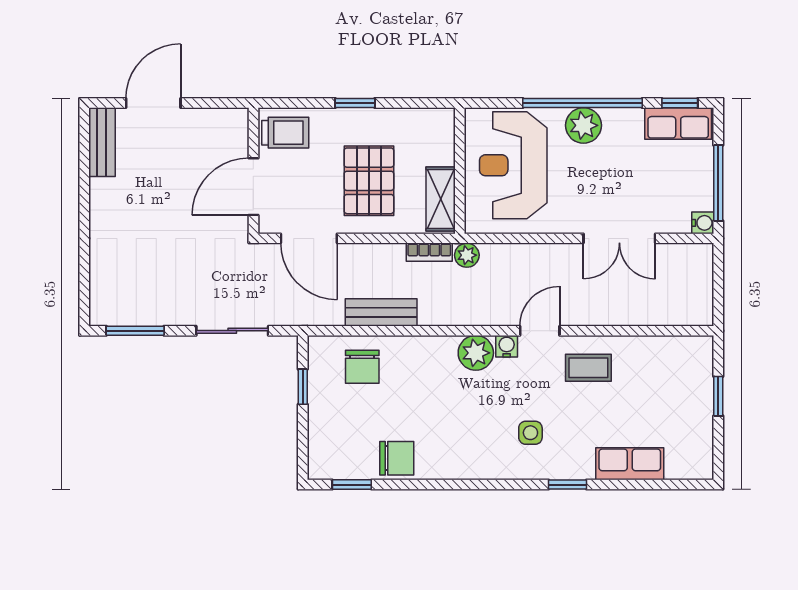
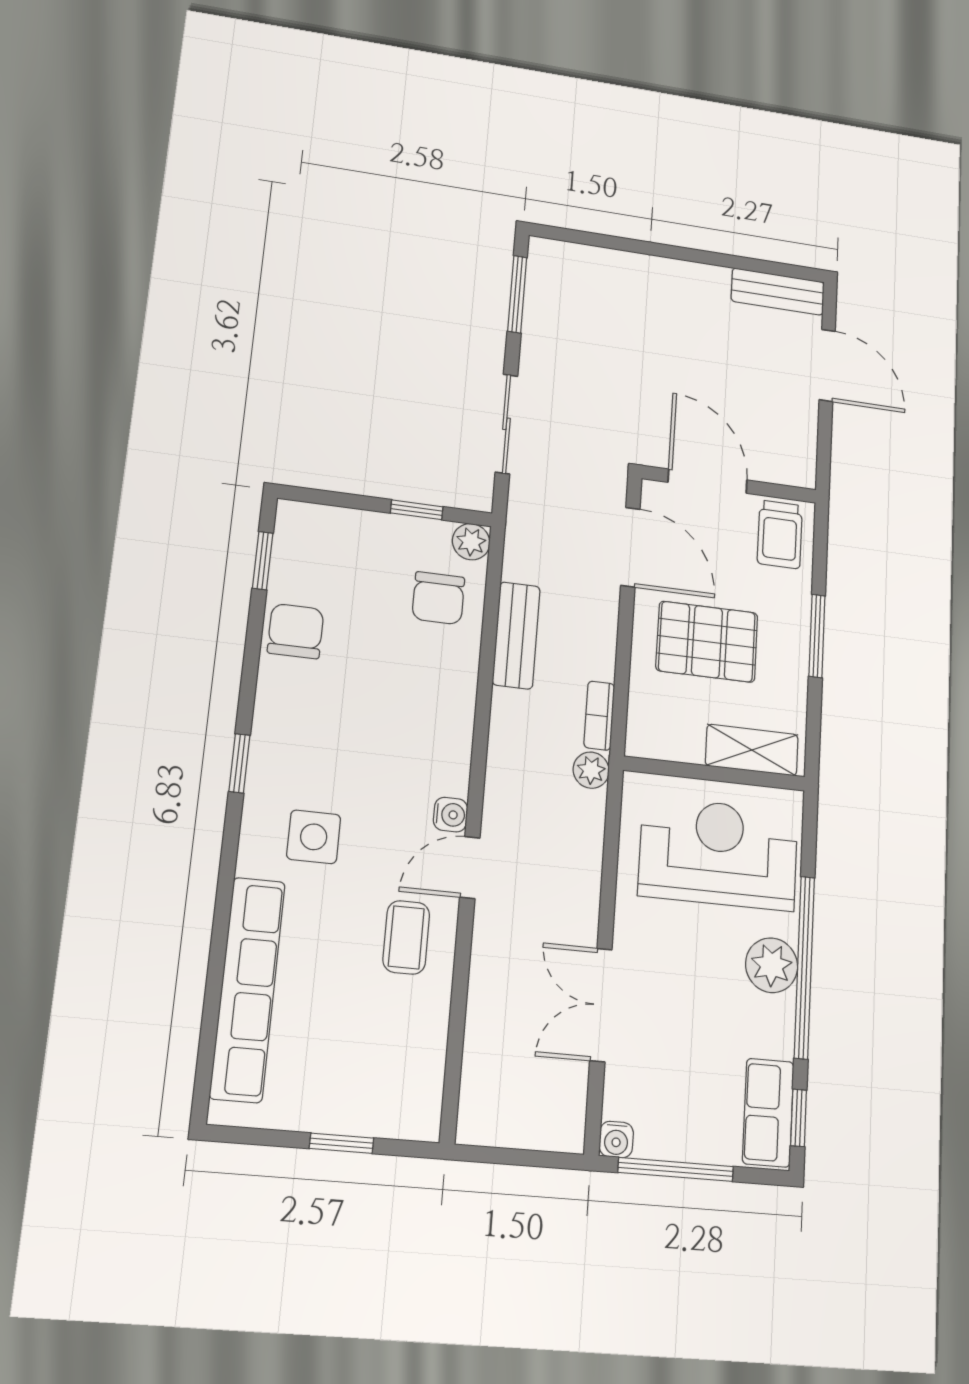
window: (355, 103) -> (817, 636), width x1.50
shelving: (441, 199) -> (752, 750), moved
door: (309, 238) -> (630, 547), swing flipped
door: (540, 331) -> (470, 868), swing flipped
plant: (476, 353) -> (471, 542), moved, width x0.73, depth x0.73
chair: (362, 367) -> (438, 598), turned -90
side table: (530, 433) -> (314, 837), width x1.37, depth x1.37
chair: (397, 458) -> (296, 631), turned 180
row of seats: (630, 464) -> (248, 989), width x2.02
window: (567, 485) -> (239, 763), moved

